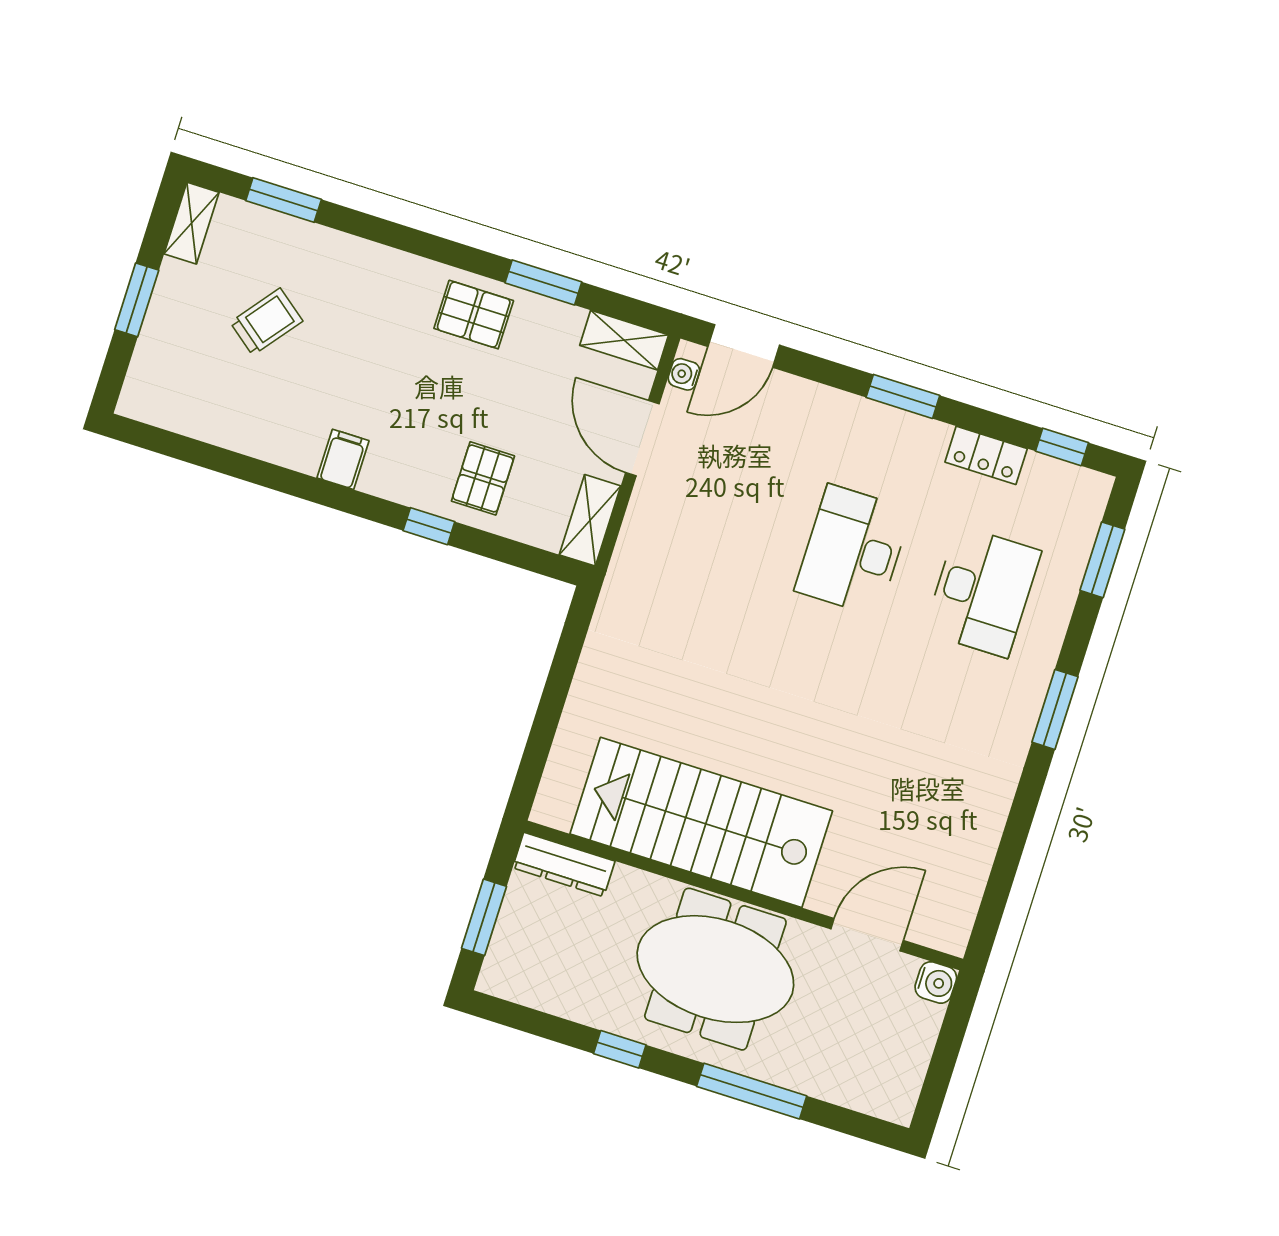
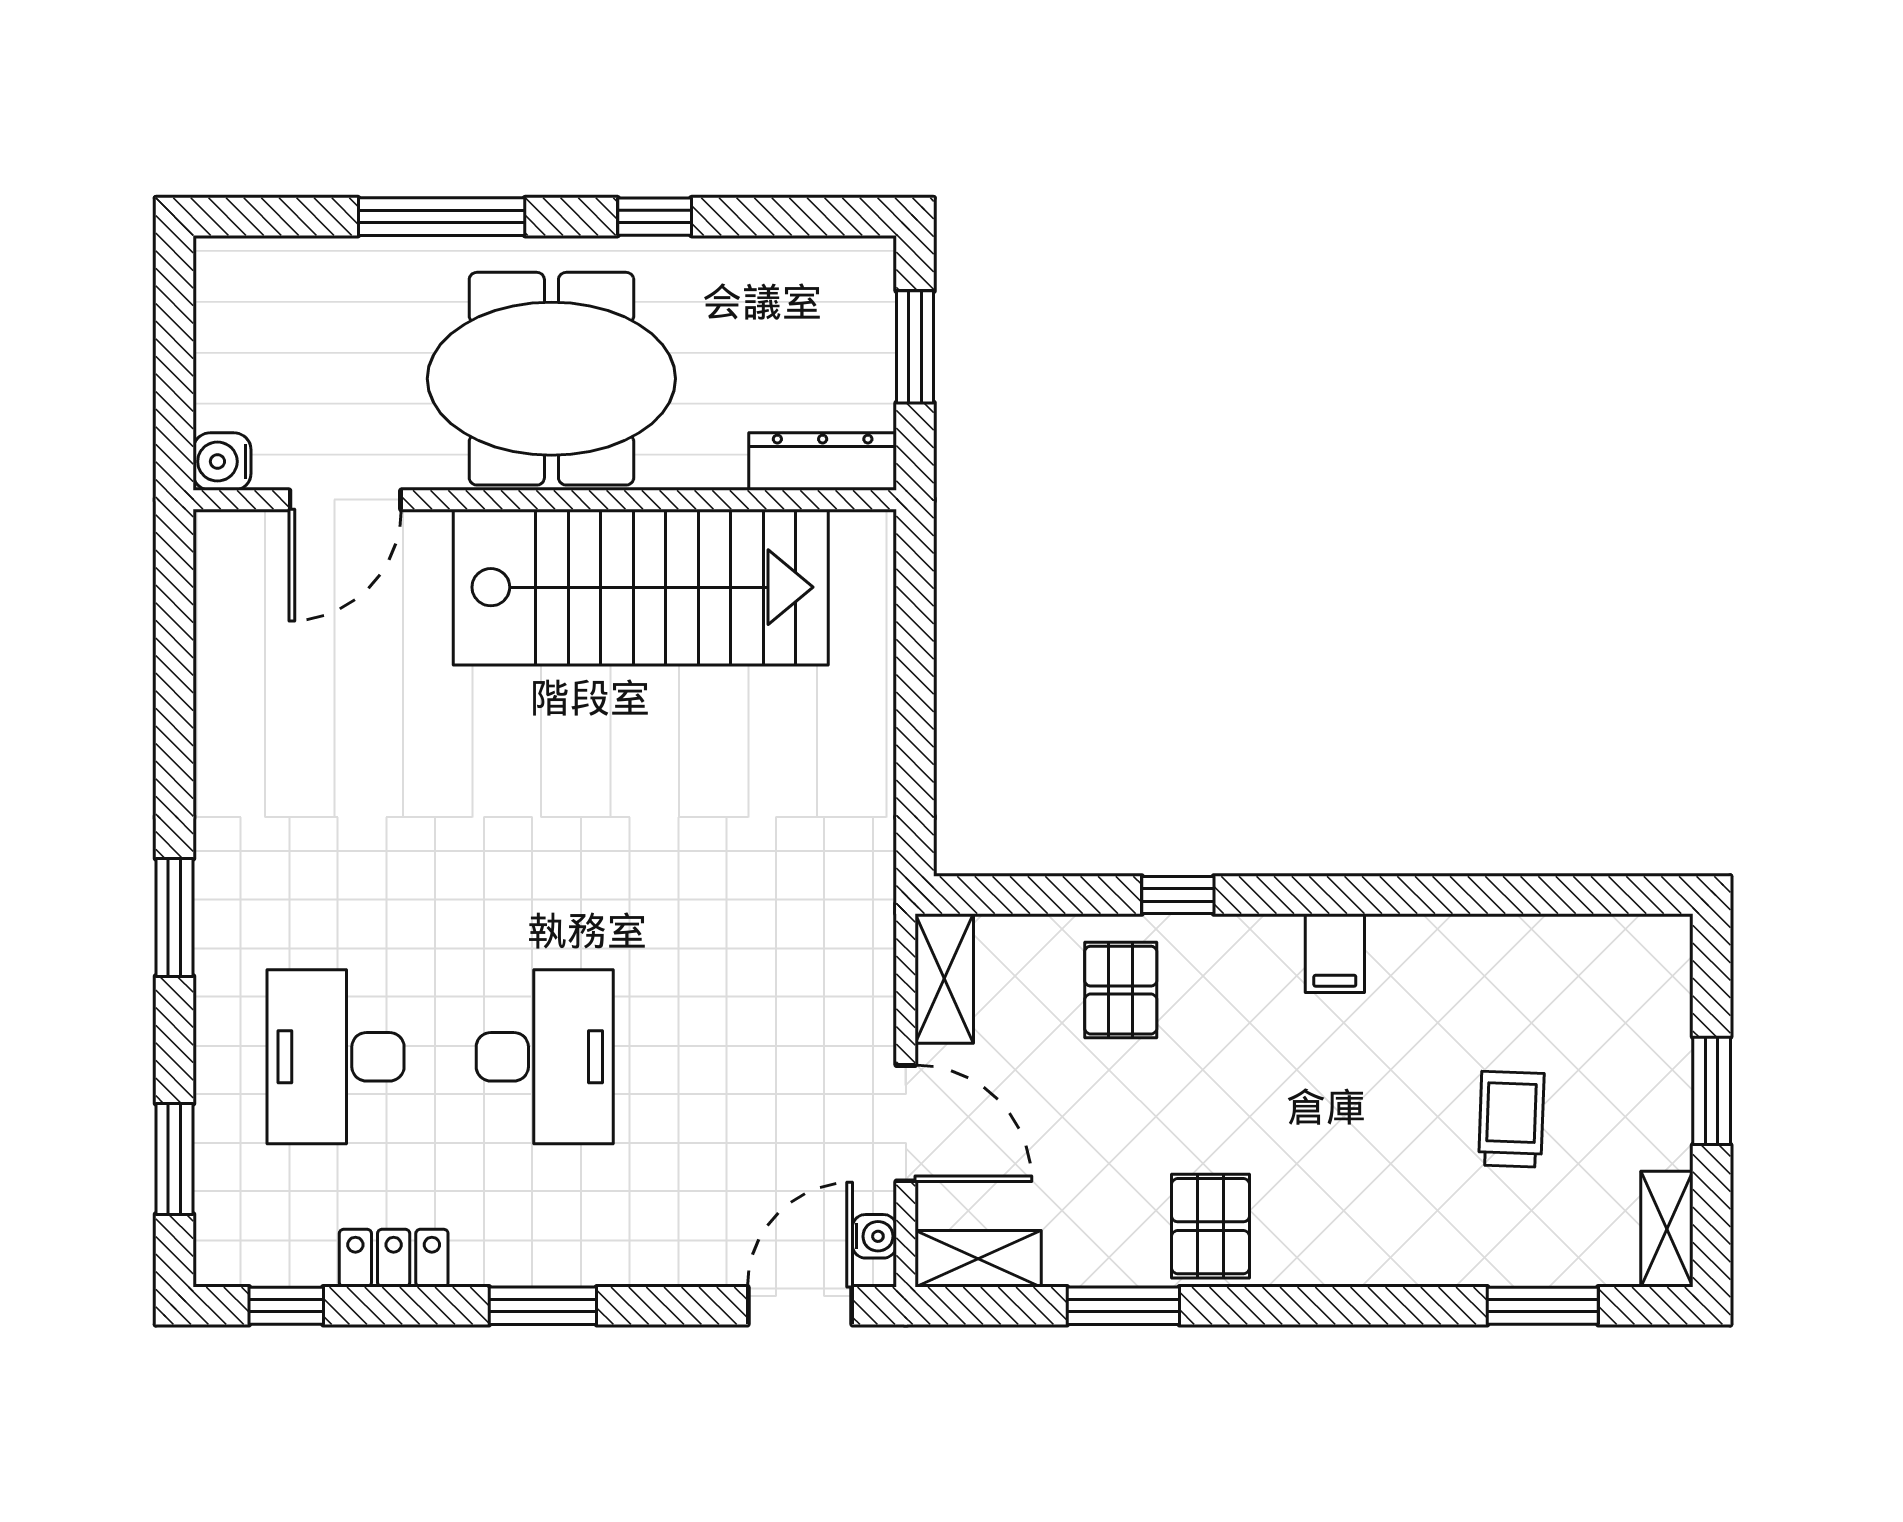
pallet: (474, 315) -> (1211, 1226), turned 90
trolley: (266, 322) -> (1511, 1119), turned 144

